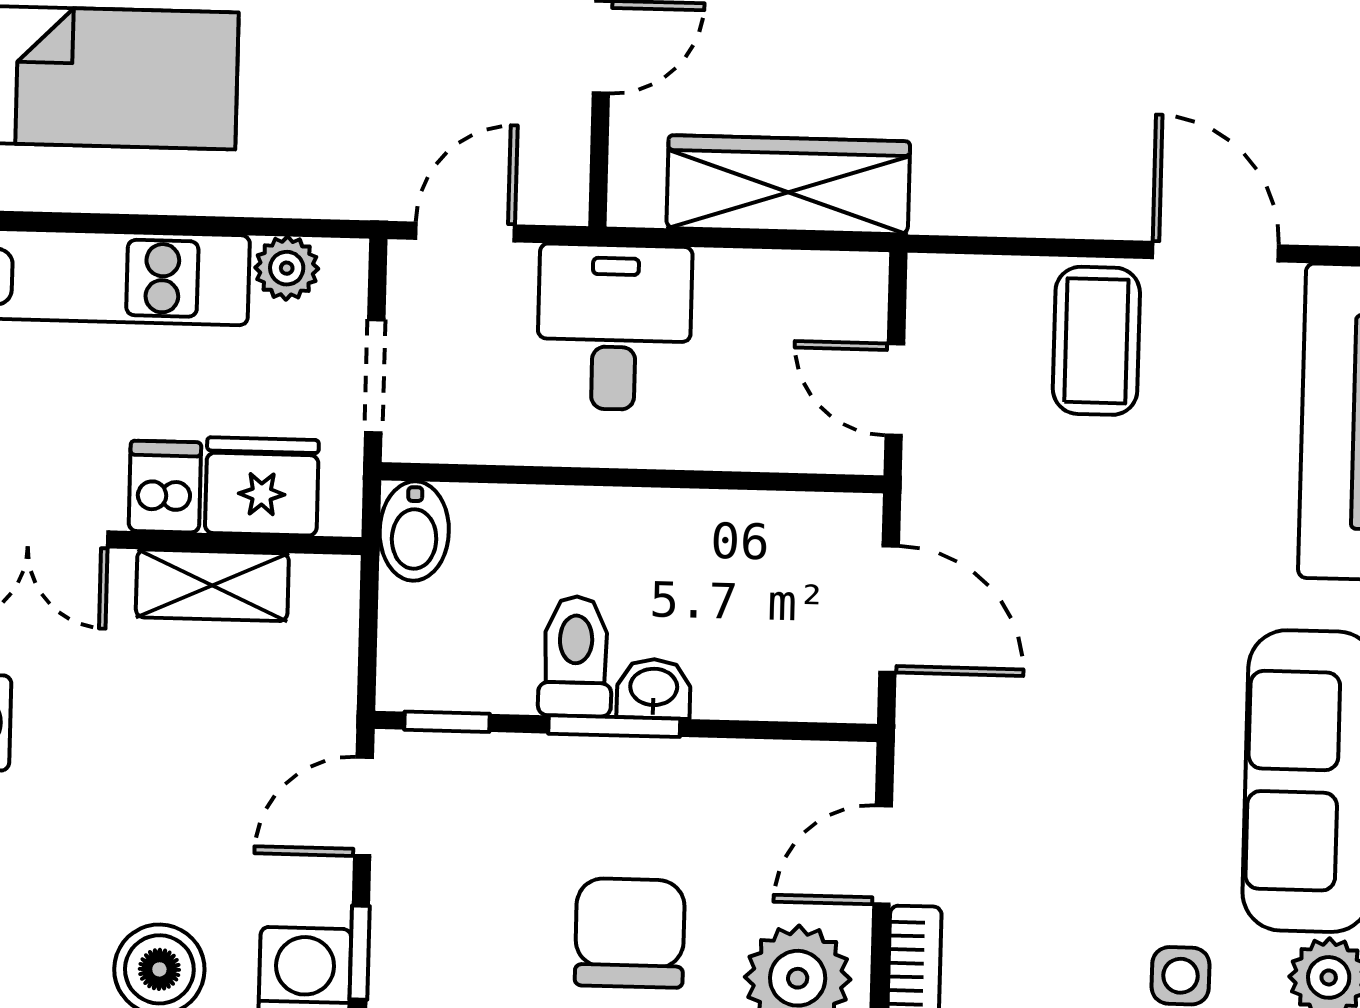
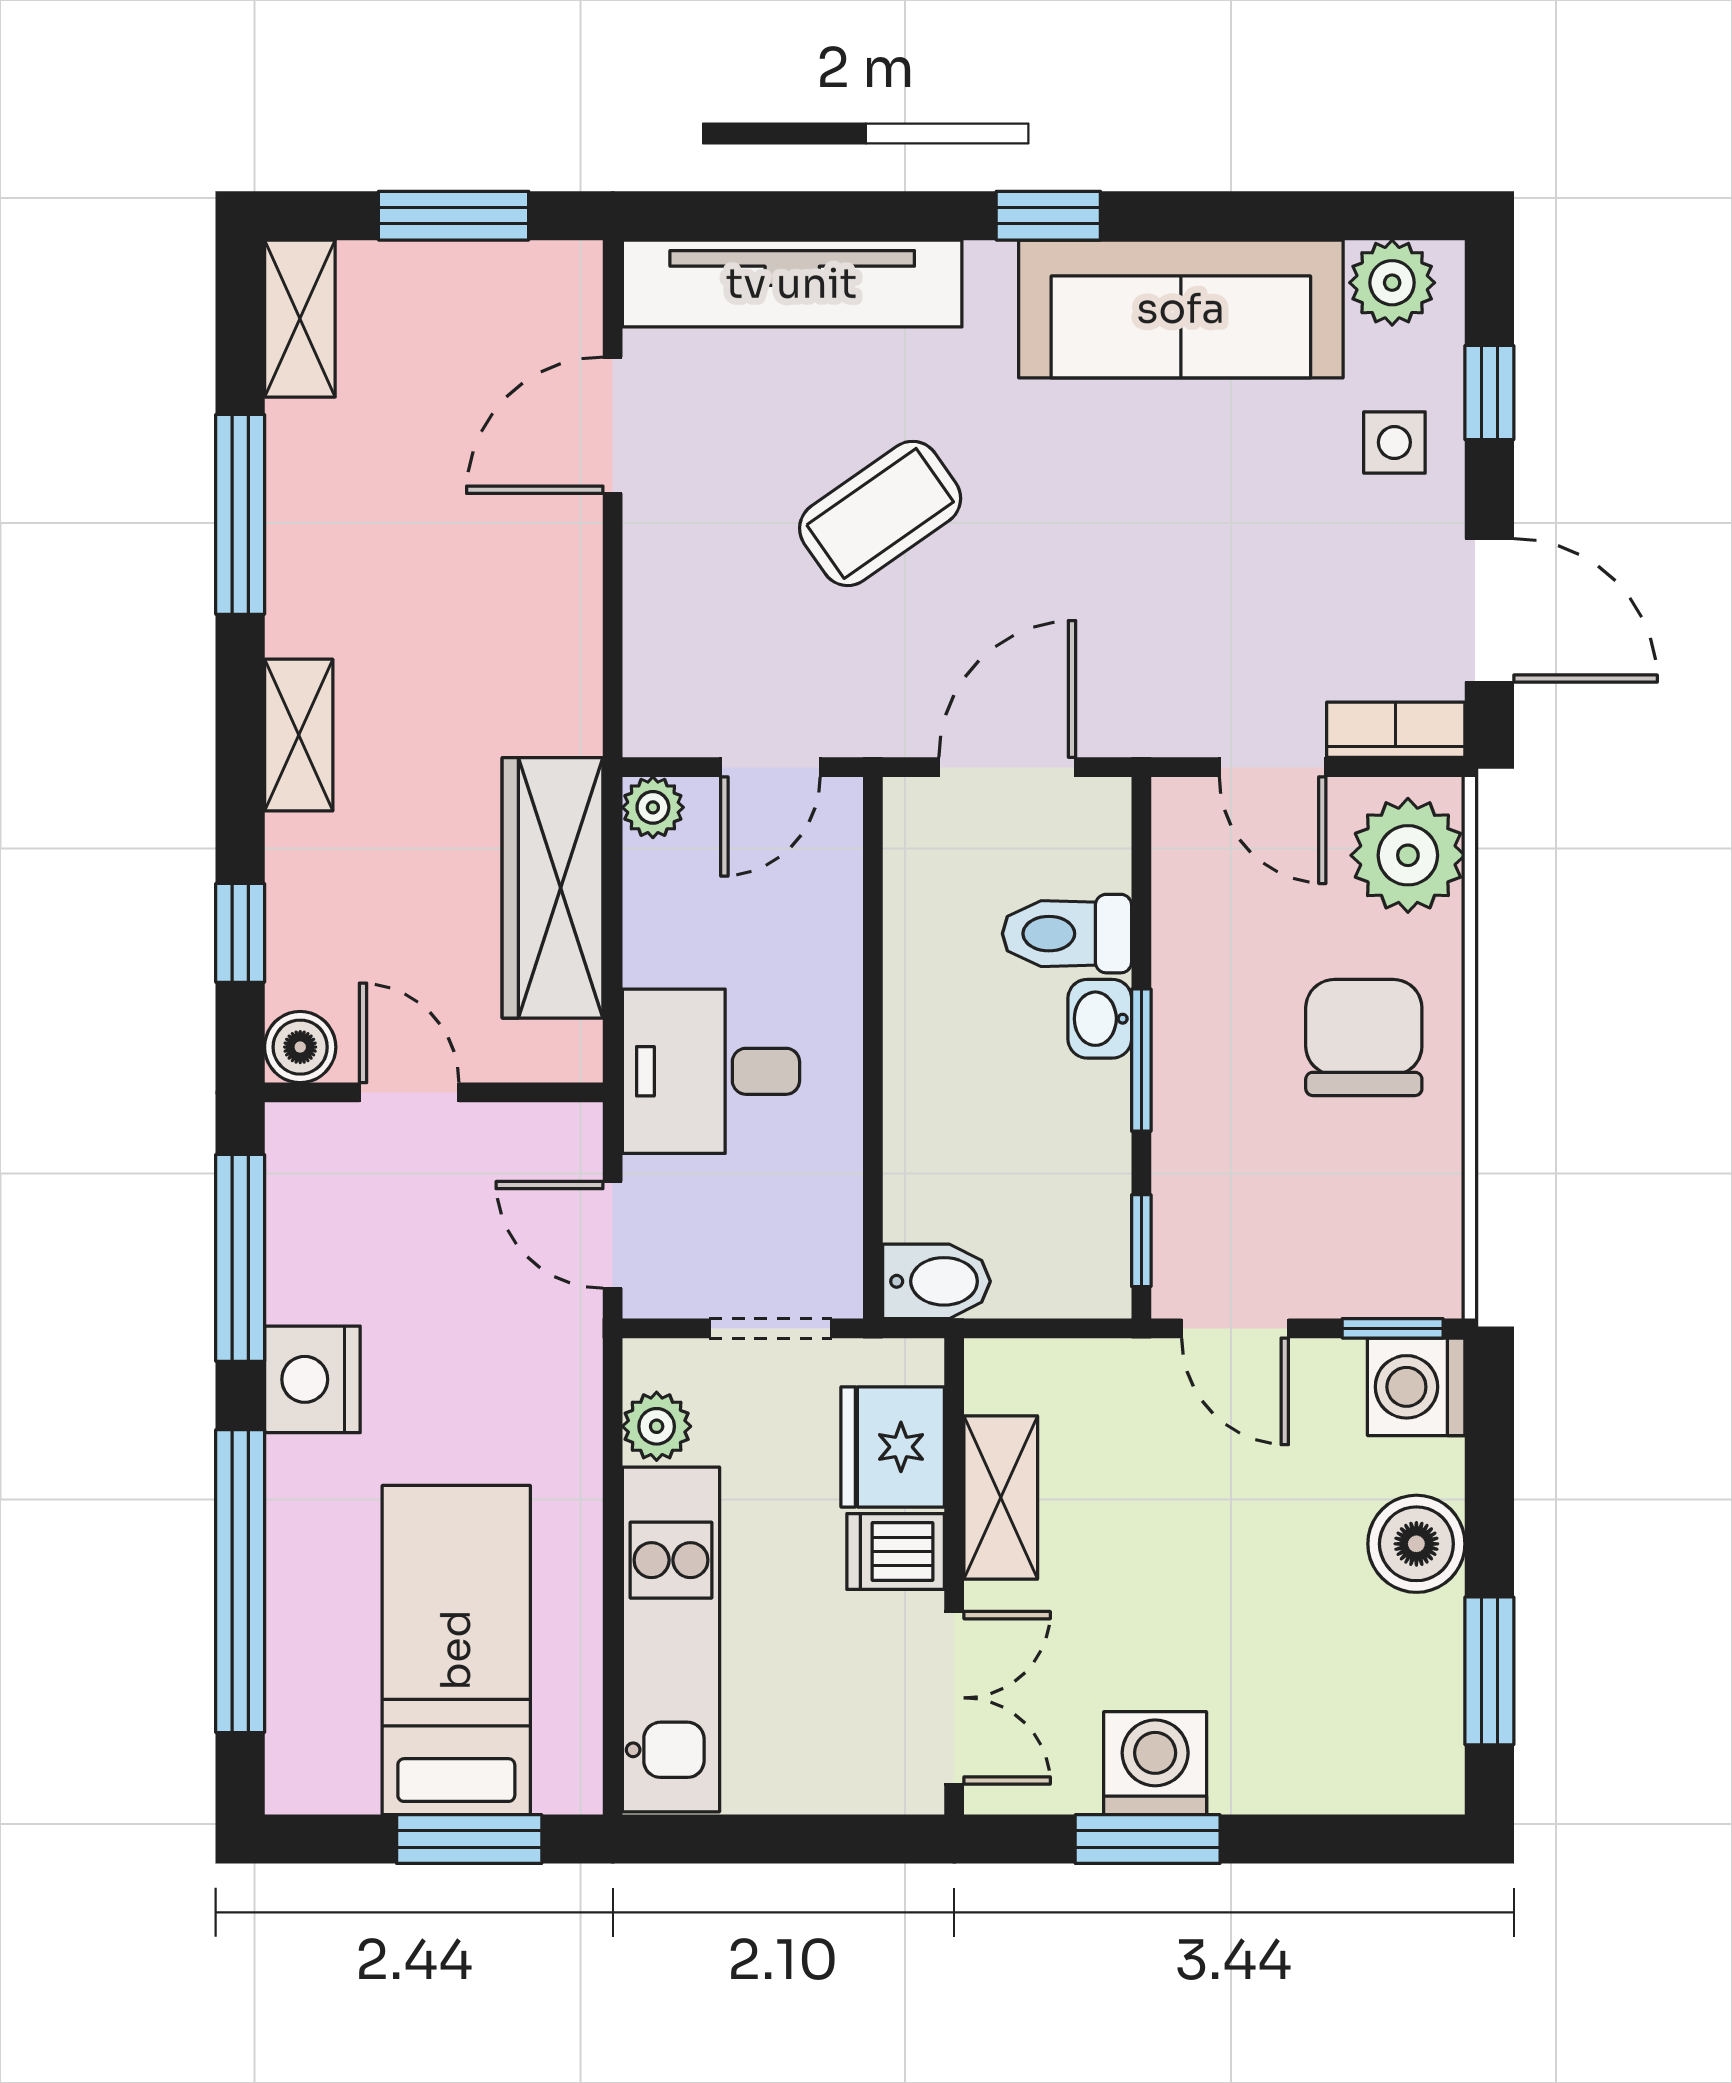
plant: (860, 280) -> (653, 807), added
coffee table: (1096, 341) -> (880, 513), moved, turned -35
toilet: (576, 656) -> (1067, 934), moved
chair: (630, 933) -> (1364, 1037), turned 90

